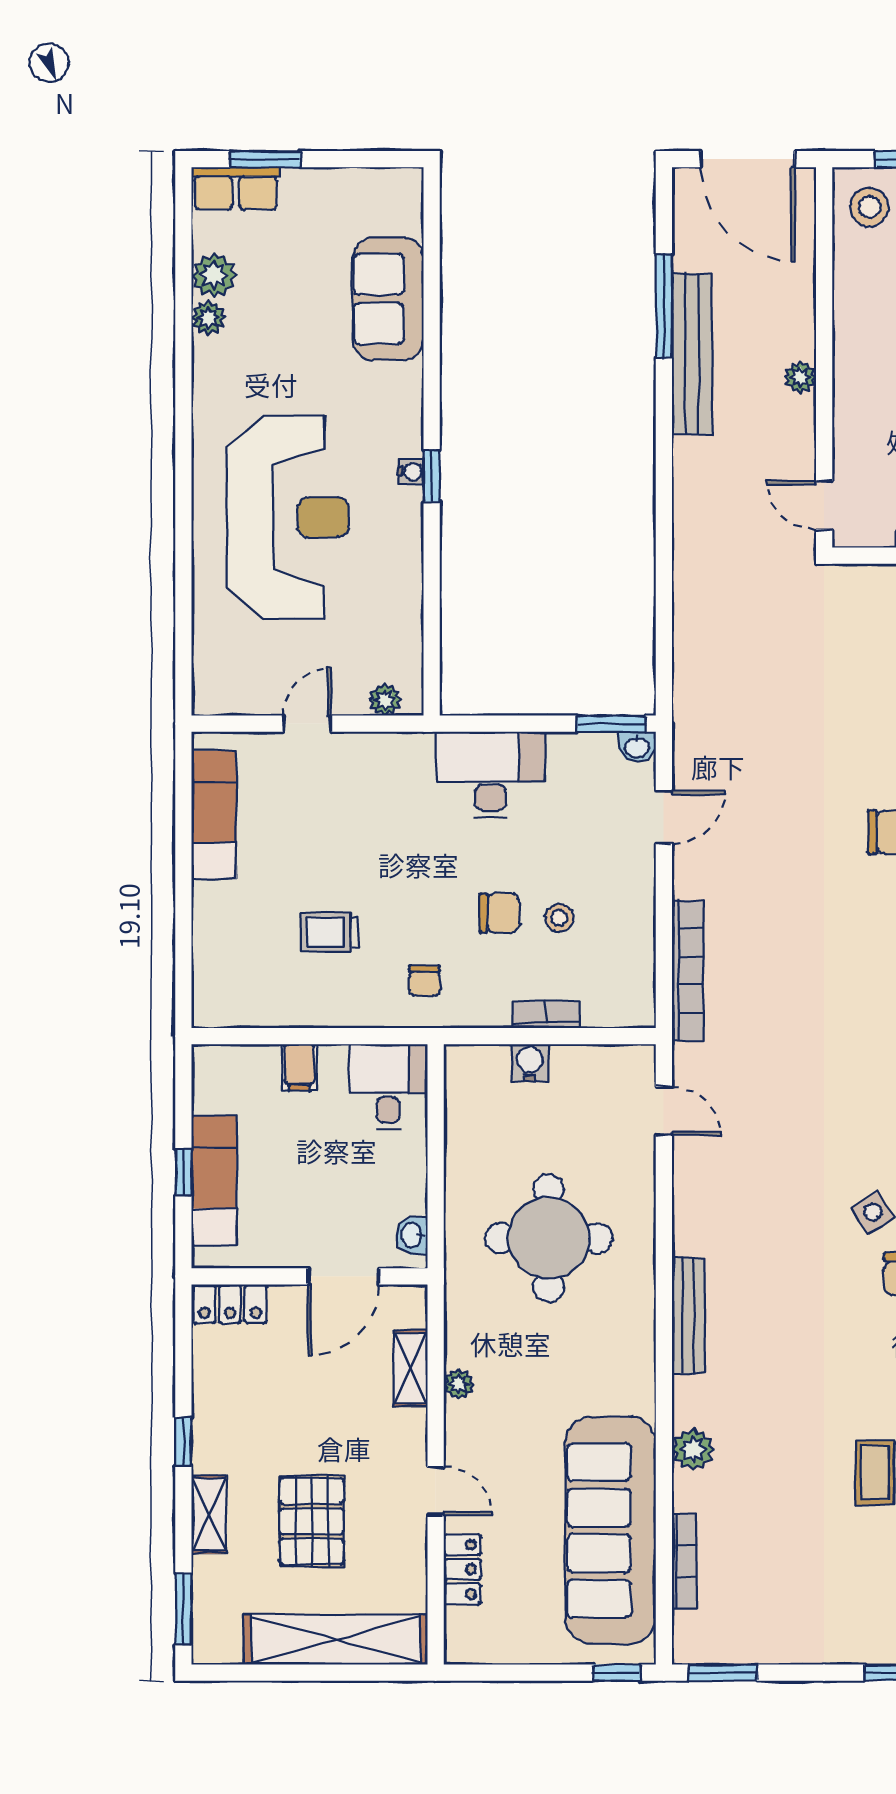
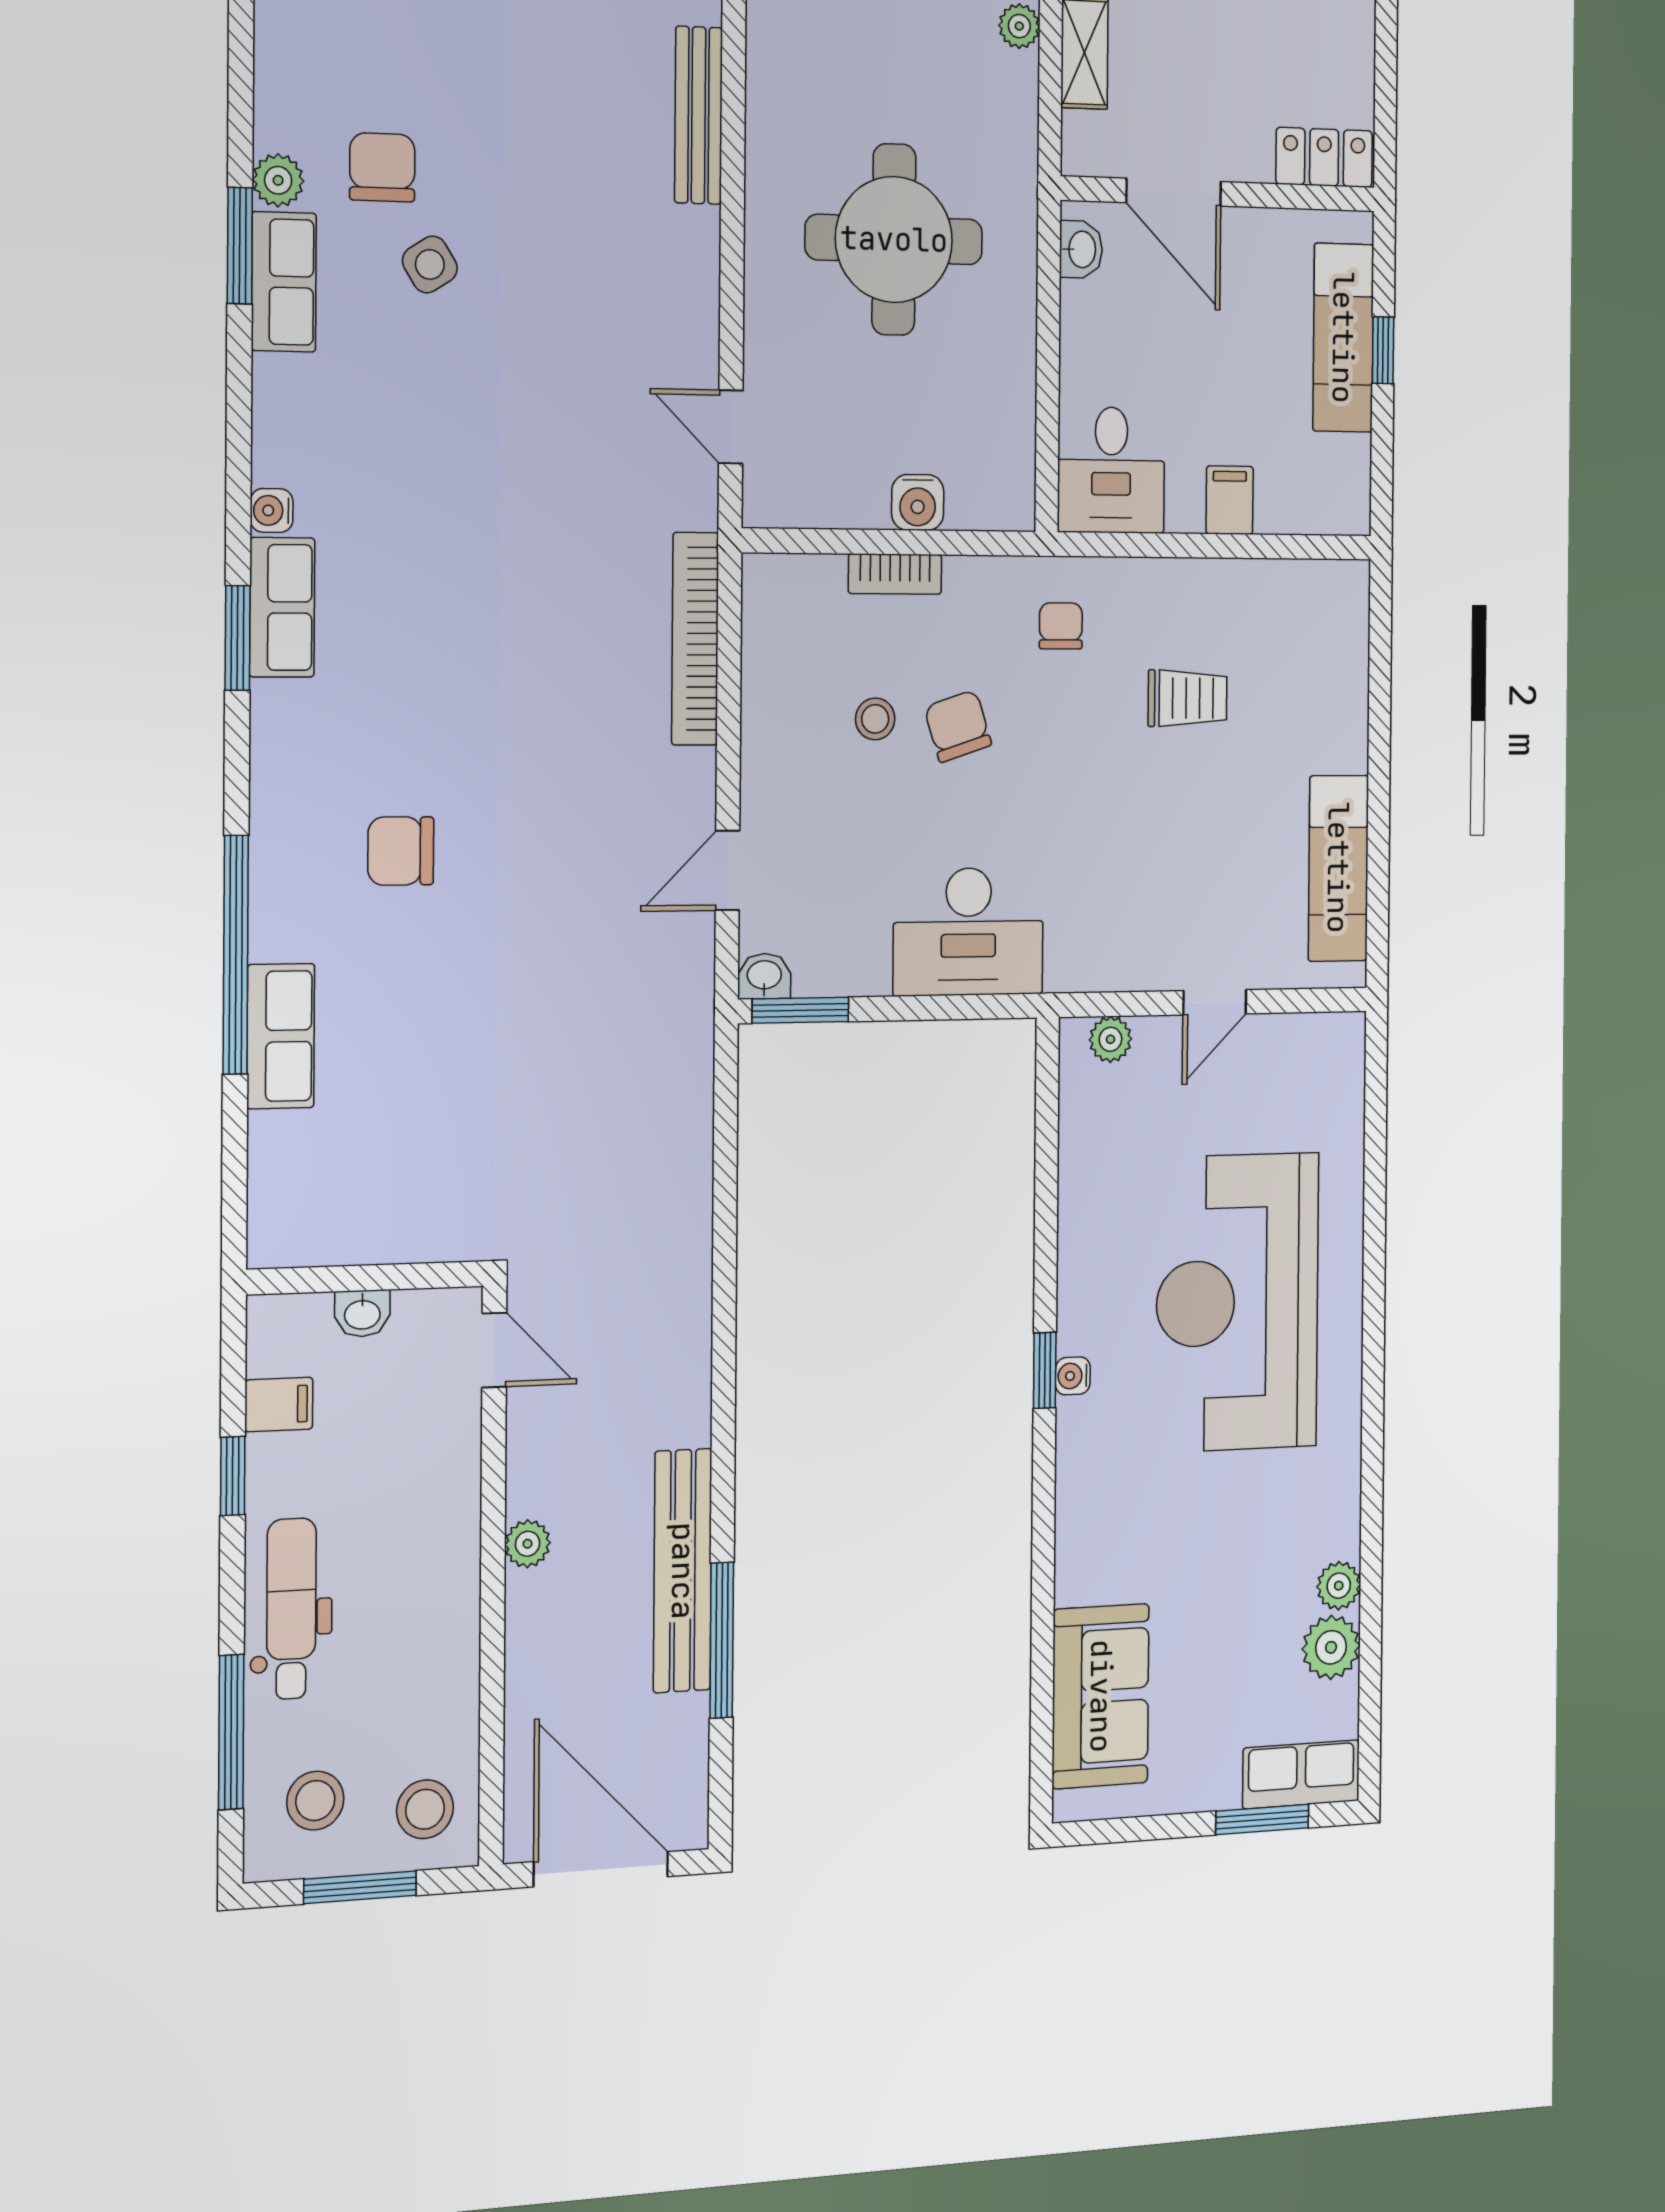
sofa: (388, 299) -> (1101, 1696), moved
chair: (499, 913) -> (958, 726), turned 72
door: (343, 1276) -> (1174, 192), swing flipped

